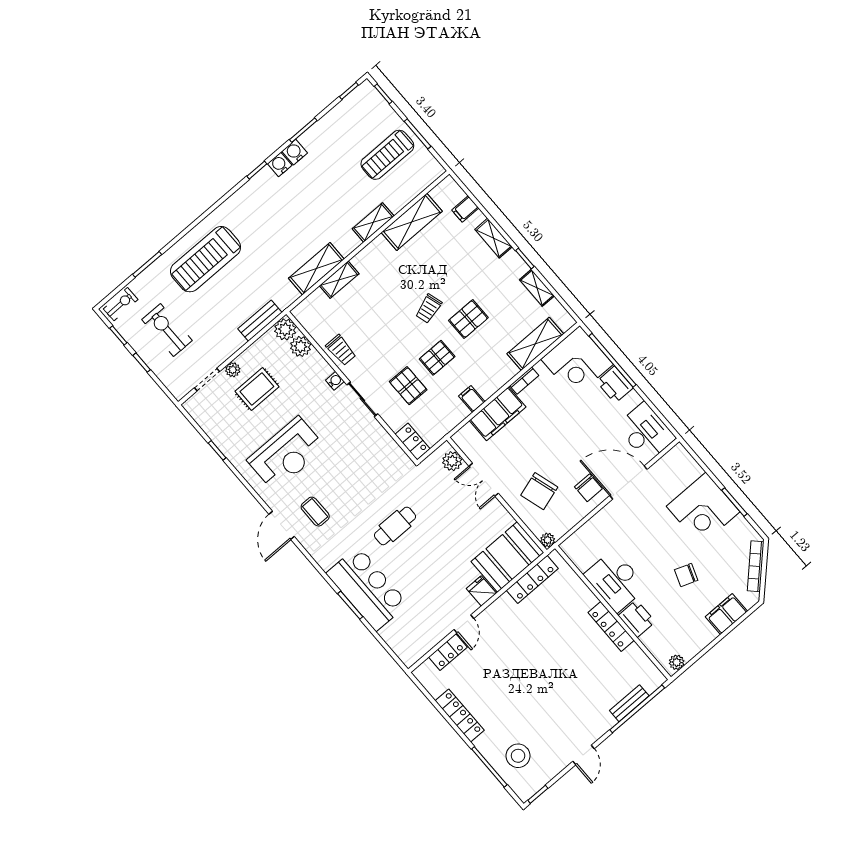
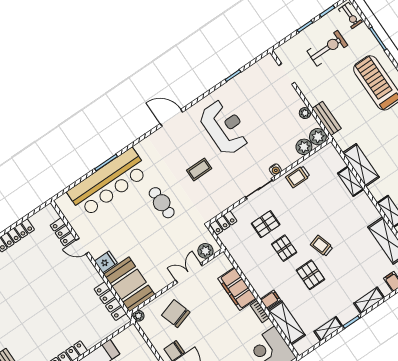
plant: (233, 370) -> (305, 113), moved
rug: (257, 389) -> (276, 111), removed
filing cabinet: (472, 399) -> (270, 300), moved
reception desk: (286, 454) -> (225, 127), turned 180
coffee table: (315, 512) -> (199, 169), moved
bar counter: (367, 589) -> (108, 183), width x1.36

